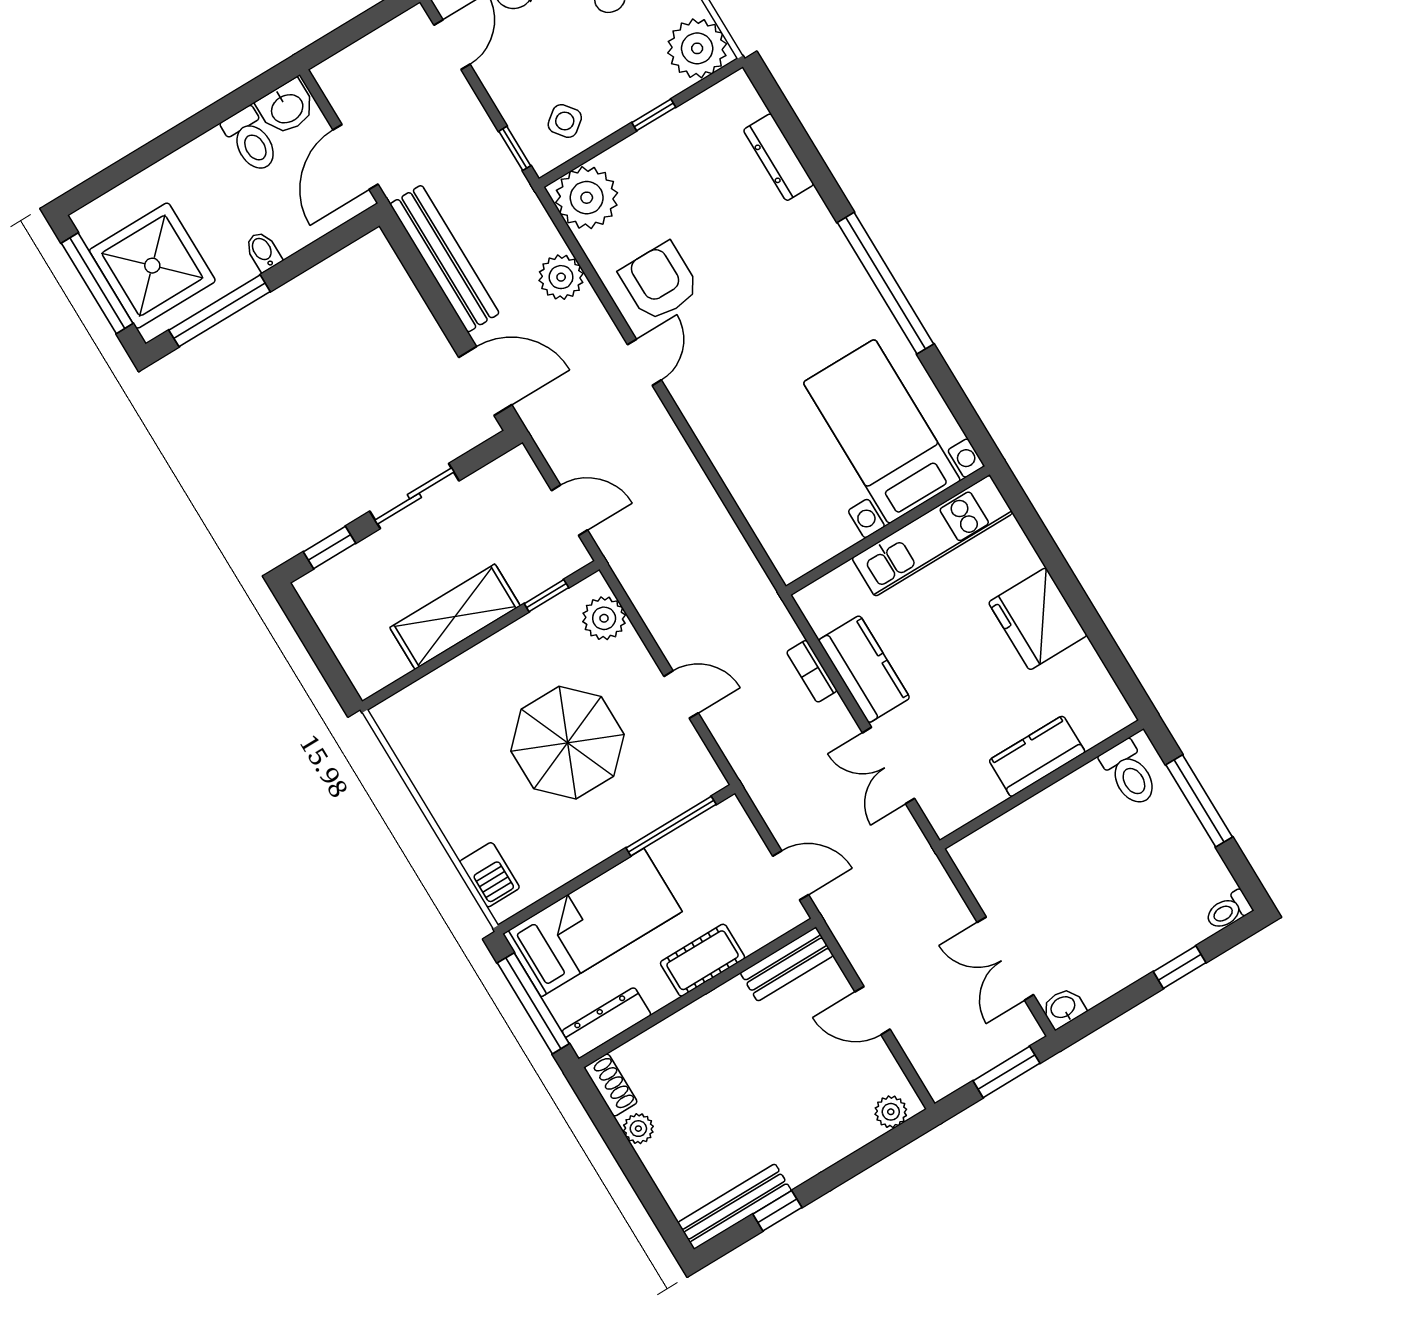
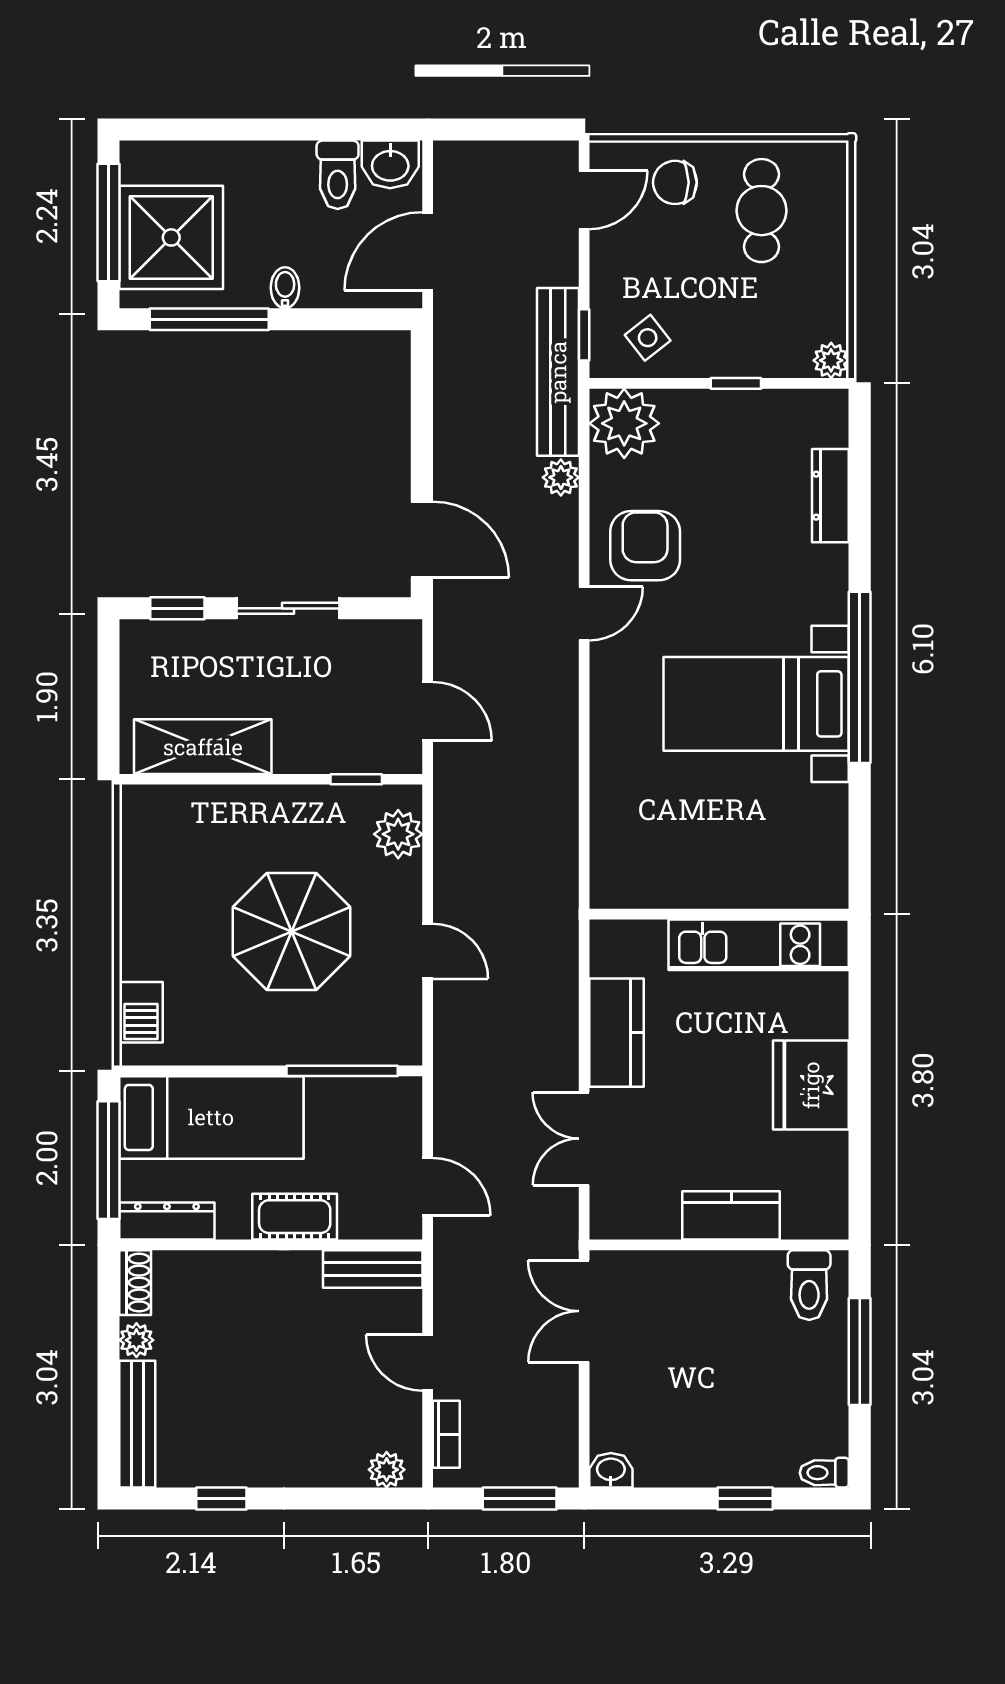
plant: (697, 48) -> (831, 360), width x0.53, depth x0.53
bench: (445, 259) -> (558, 372), moved
plant: (561, 277) -> (561, 477), width x0.73, depth x0.73
bed with nightstands: (882, 431) -> (756, 704), moved, turned -90
shelving: (455, 617) -> (203, 747), moved
bookcase: (812, 671) -> (446, 1434), moved, turned 180
double door: (1005, 959) -> (584, 1311), moved
bench: (735, 1207) -> (137, 1424), moved, turned 90

